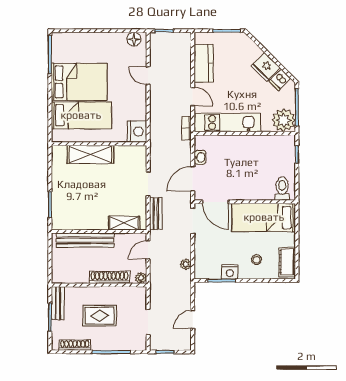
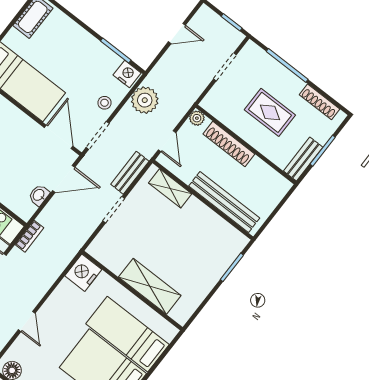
door: (148, 250) -> (167, 141), hinge flipped
stool: (257, 260) -> (105, 103), moved
plant: (186, 264) -> (145, 100), width x1.87, depth x1.87
nightstand: (230, 272) -> (127, 74), moved

